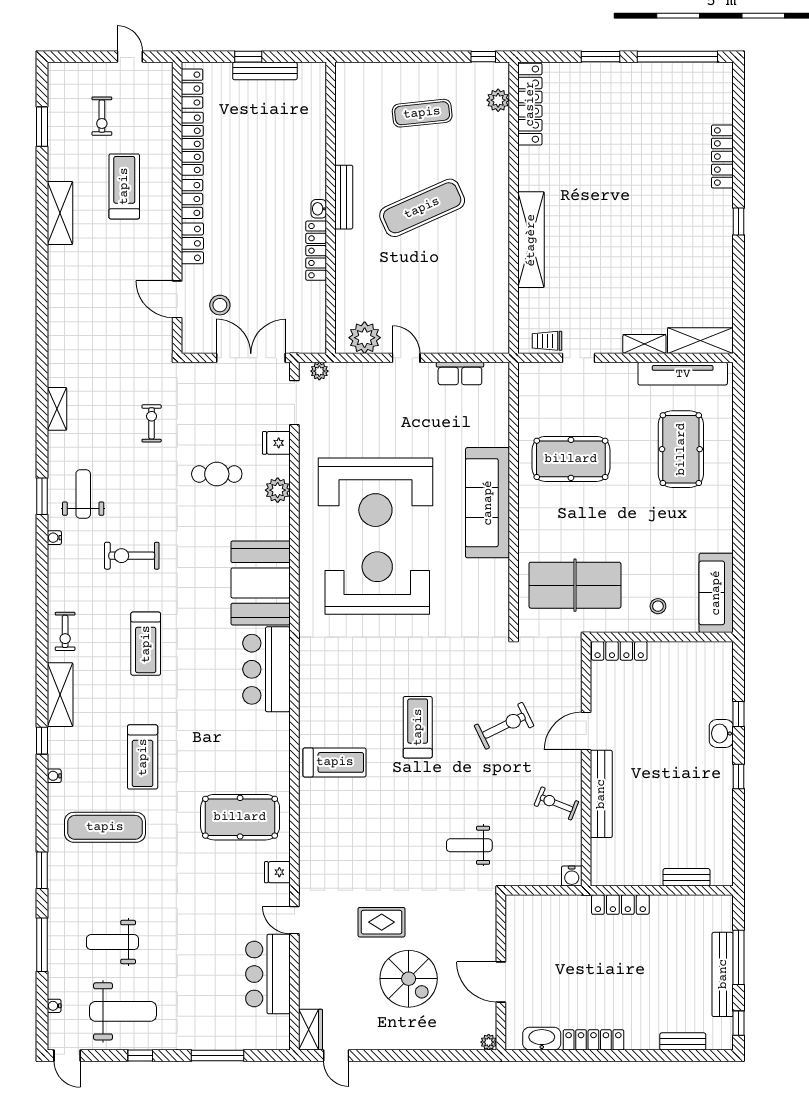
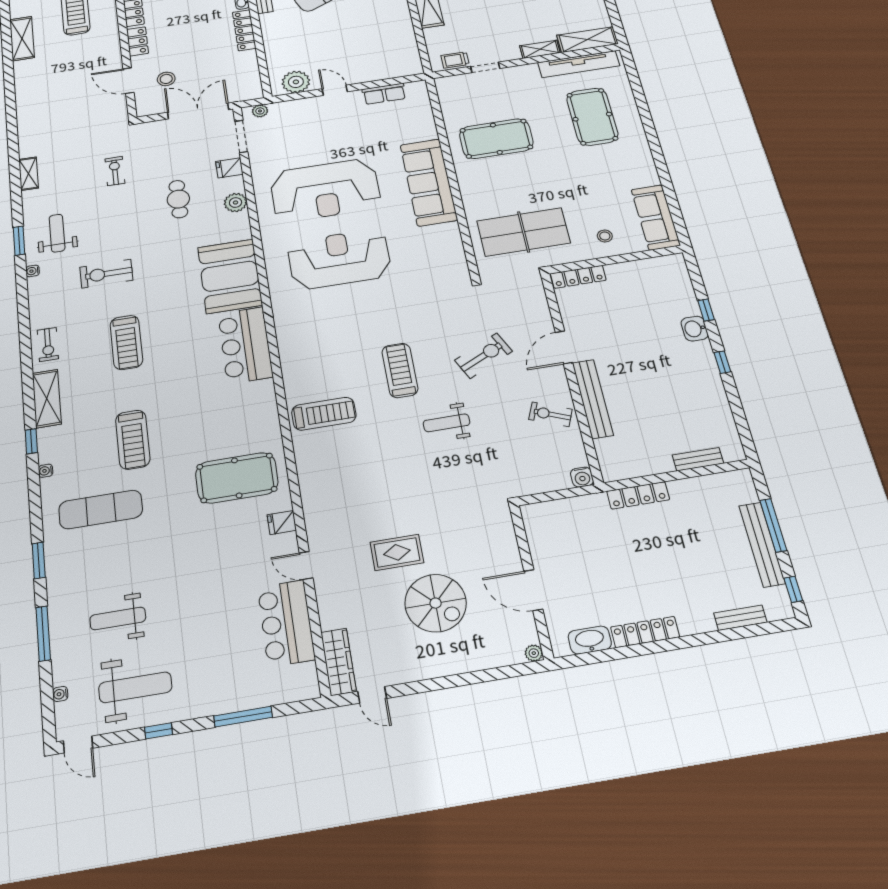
cafe table: (217, 474) -> (178, 199), turned 90
weight bench: (469, 845) -> (447, 423), moved
wardrobe: (311, 1030) -> (338, 662), width x1.50

